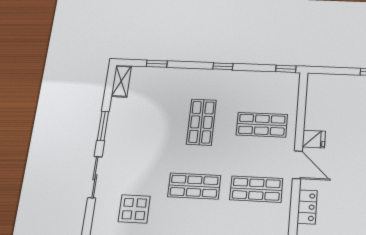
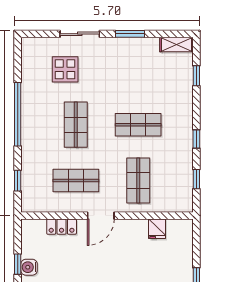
window: (286, 69) -> (196, 179), moved
fridge: (314, 139) -> (157, 229), moved
shop shelf: (256, 189) -> (76, 180), turned 90
display table: (134, 209) -> (65, 69), moved

